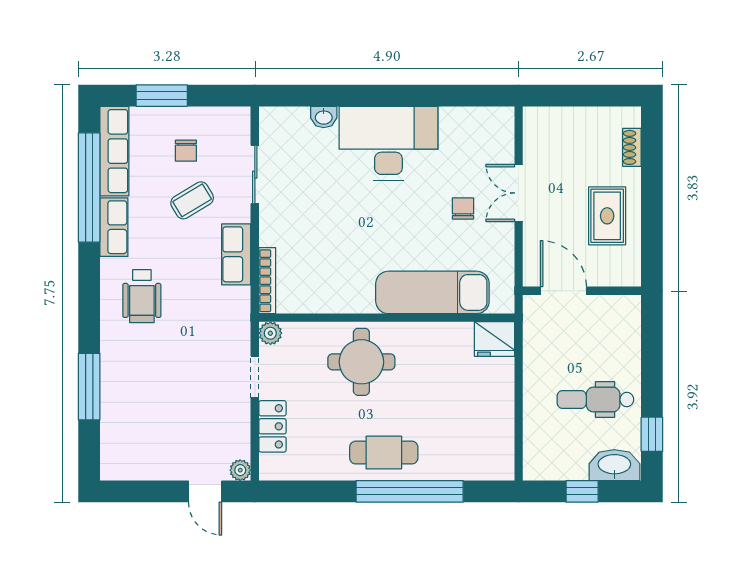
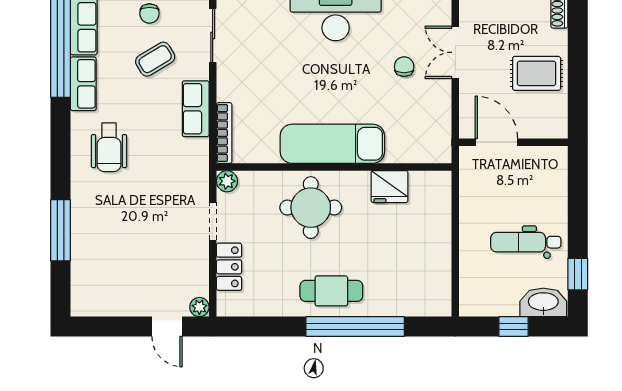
rug: (607, 216) -> (537, 73), turned 90
exam couch: (432, 292) -> (332, 144), moved
fridge: (495, 339) -> (390, 187), moved

